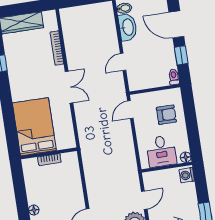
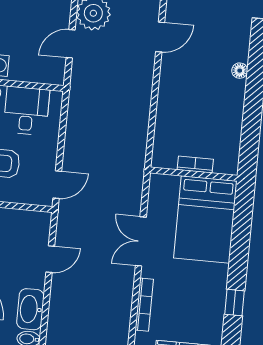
bed: (34, 127) -> (205, 219), moved
wall: (49, 153) -> (194, 174), moved
bookcase: (49, 160) -> (195, 164), moved

